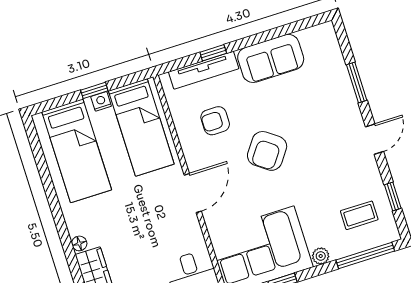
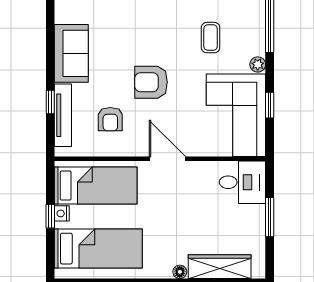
armchair: (267, 151) -> (151, 82), turned 144
coffee table: (359, 215) -> (211, 38), moved

